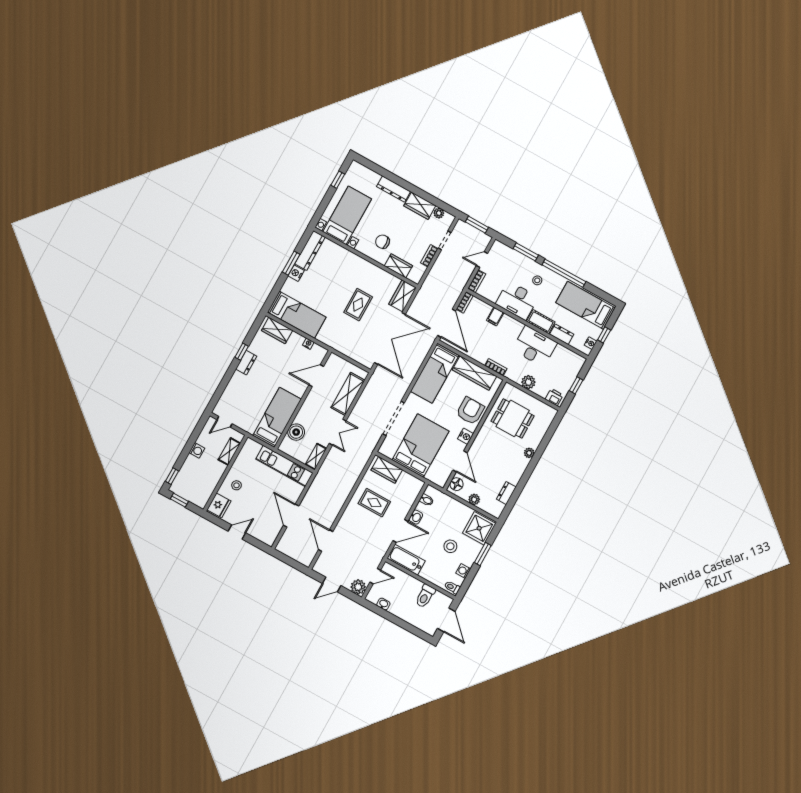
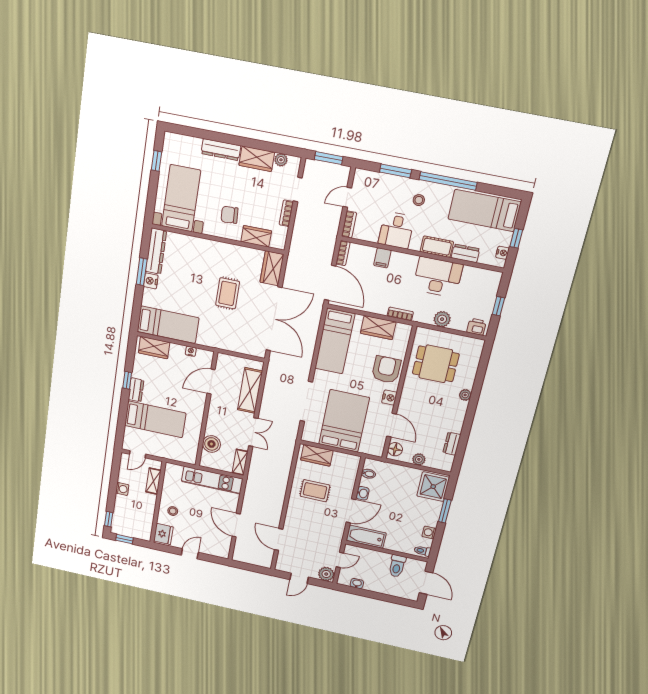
desk: (517, 300) -> (396, 230), width x0.73
wardrobe: (474, 373) -> (378, 328), width x0.67
bed: (277, 417) -> (155, 419), moved, turned 90
stool: (450, 546) -> (408, 512), removed

